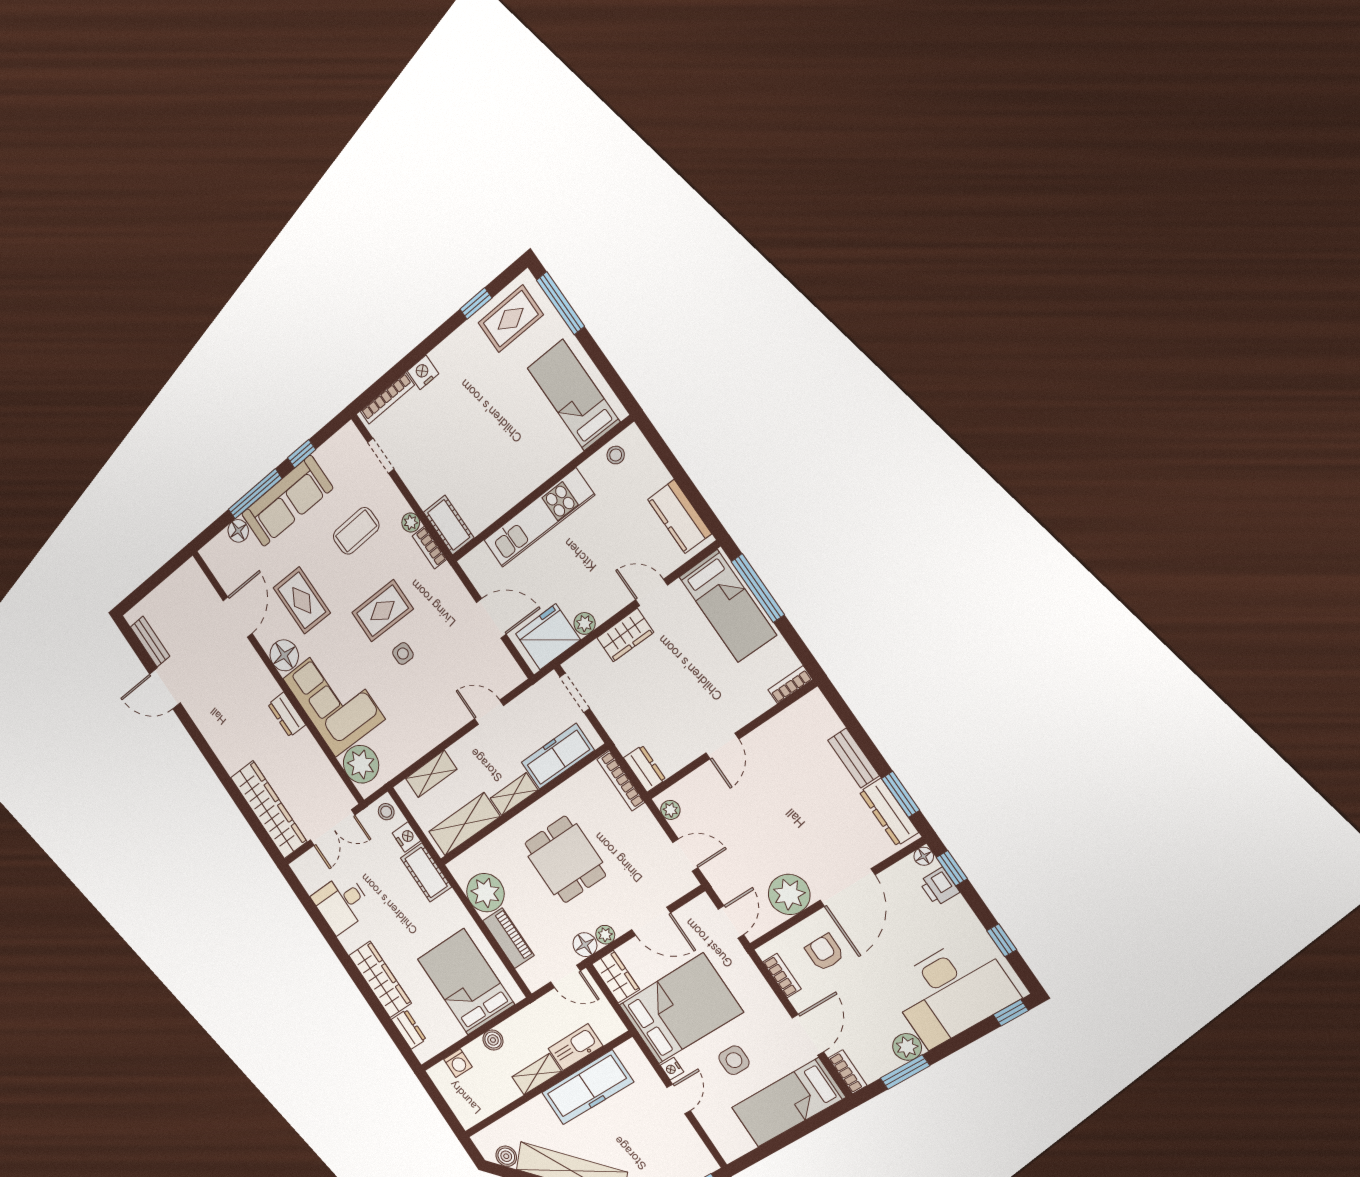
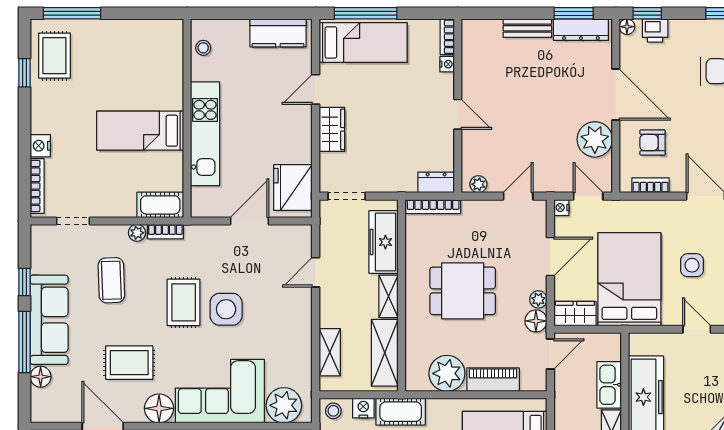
bed: (573, 395) -> (140, 131), moved
plant: (585, 623) -> (303, 153), removed
side table: (403, 654) -> (226, 309), width x1.87, depth x1.87
nightstand: (763, 703) -> (447, 64), added
nightstand: (672, 1069) -> (561, 208), moved, turned 90

